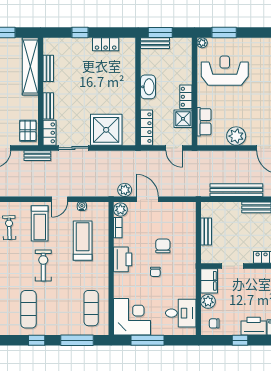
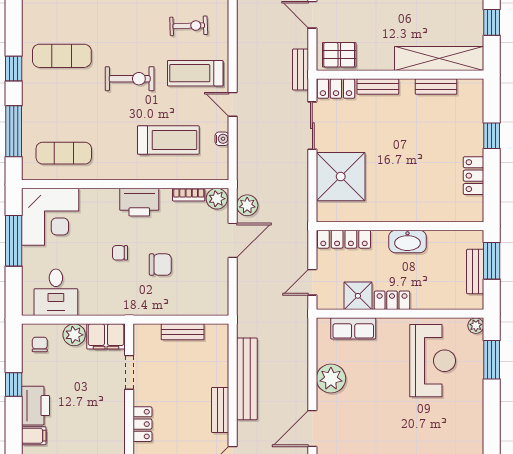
bench: (155, 43) -> (475, 271), moved

